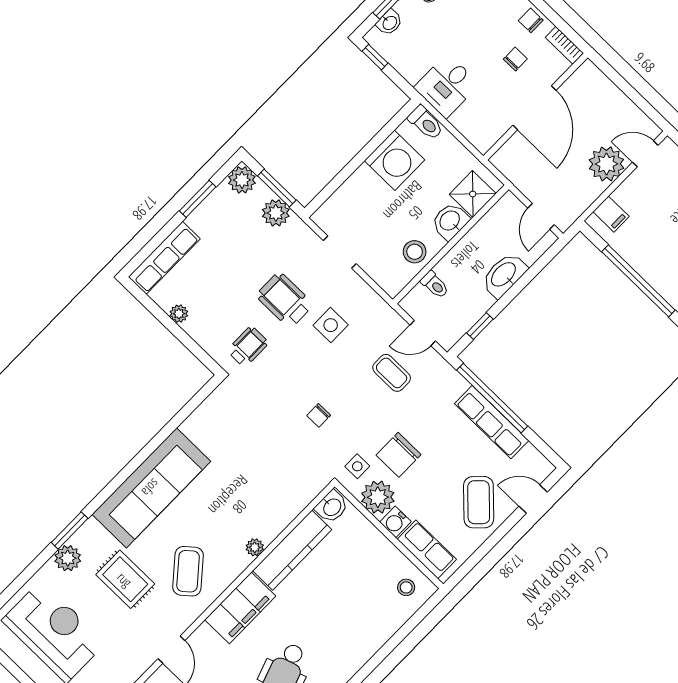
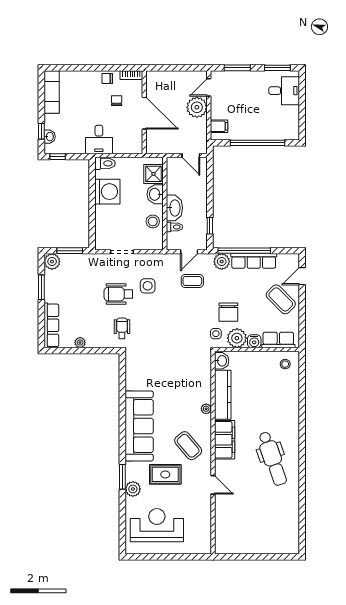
plant: (276, 213) -> (222, 262), moved
washbasin: (504, 275) -> (174, 208), moved, turned 180
chair: (319, 415) -> (179, 328), removed

